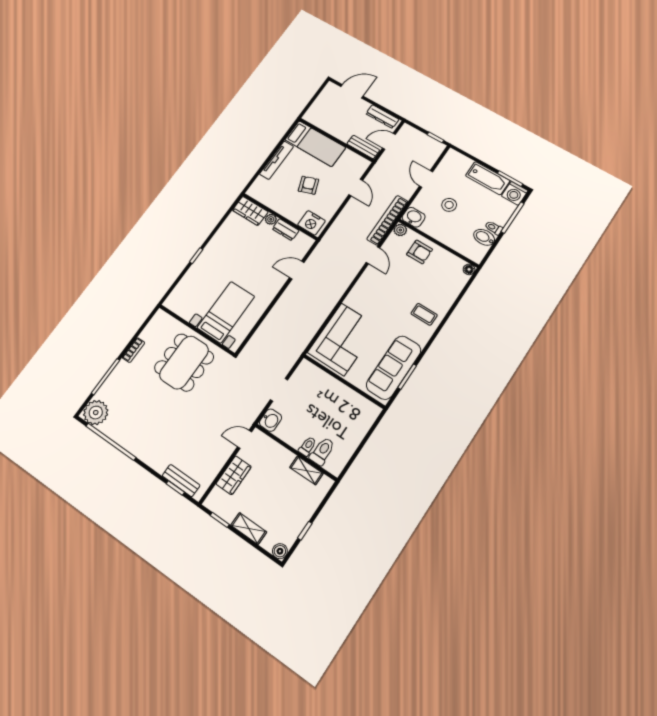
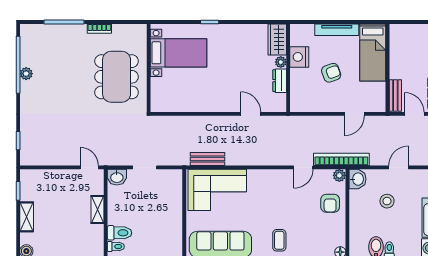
nightstand: (311, 223) -> (299, 57), moved
bed with nightstands: (226, 312) -> (179, 53), moved
dining table: (184, 362) -> (117, 77), turned 90
plant: (96, 413) -> (26, 74), moved, width x0.53, depth x0.53
toilet: (307, 446) -> (116, 247), moved
shelving: (306, 470) -> (98, 210), moved
wardrobe: (234, 475) -> (57, 178), removed
bench: (181, 481) -> (207, 159), moved, turned 90

